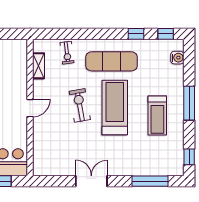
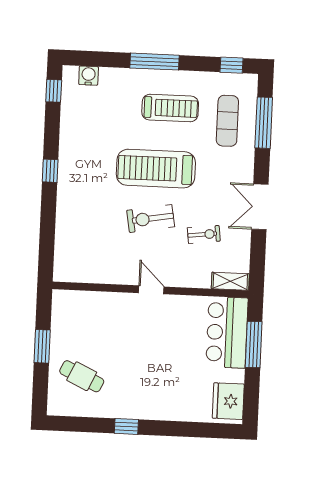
window: (136, 34) -> (50, 171), moved
exercise bike: (67, 53) -> (204, 234), moved
exercise mat: (112, 61) -> (227, 121), moved, width x0.73, depth x0.69
shelving: (39, 66) -> (230, 281), moved

